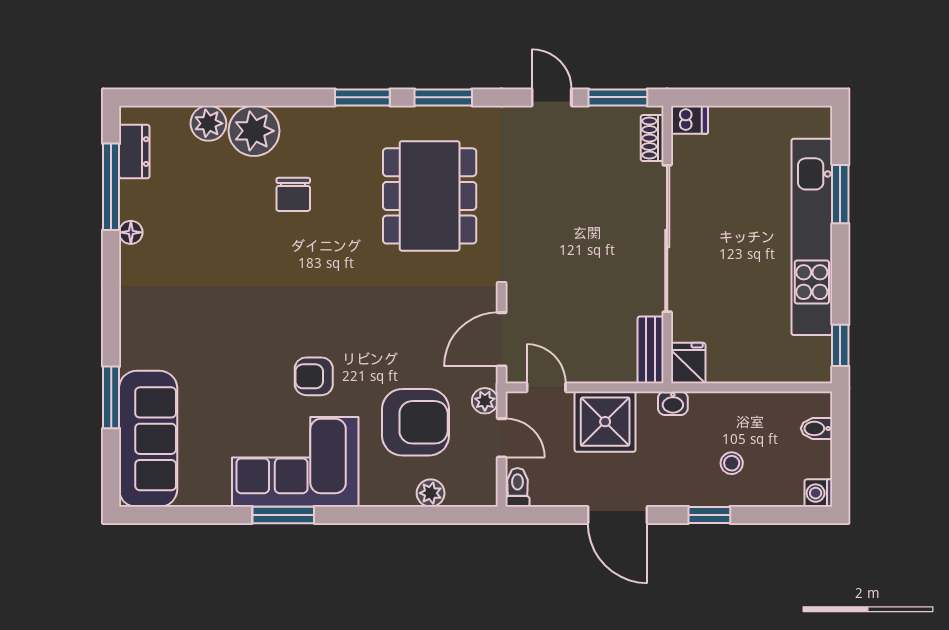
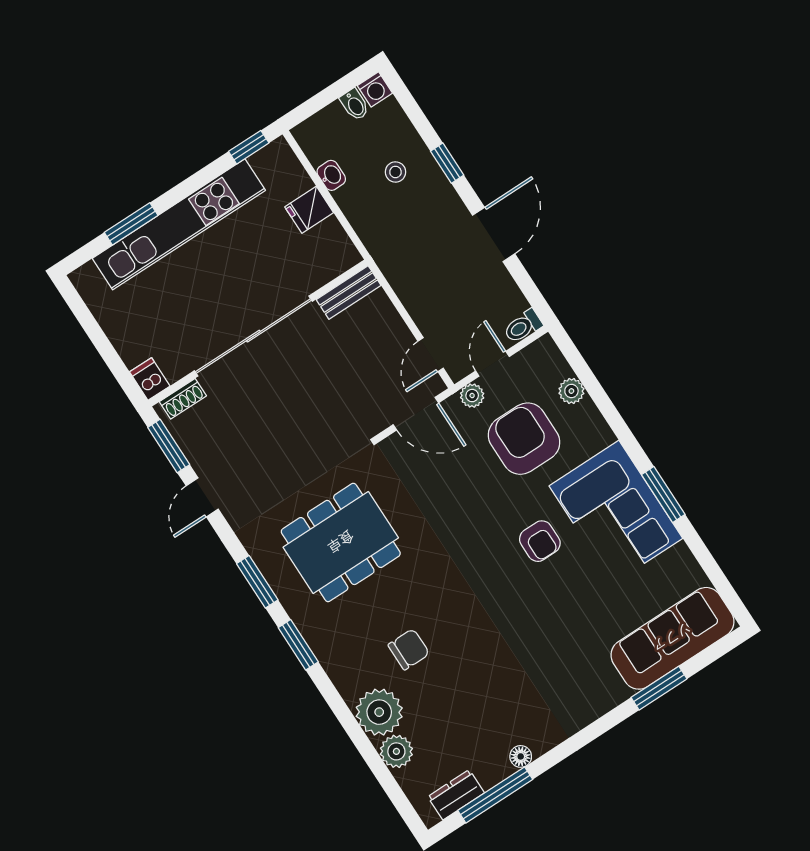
fridge: (688, 363) -> (309, 210), moved
washbasin: (673, 403) -> (331, 175), moved
shower: (605, 422) -> (427, 291), removed
bidet: (816, 428) -> (355, 105), moved

